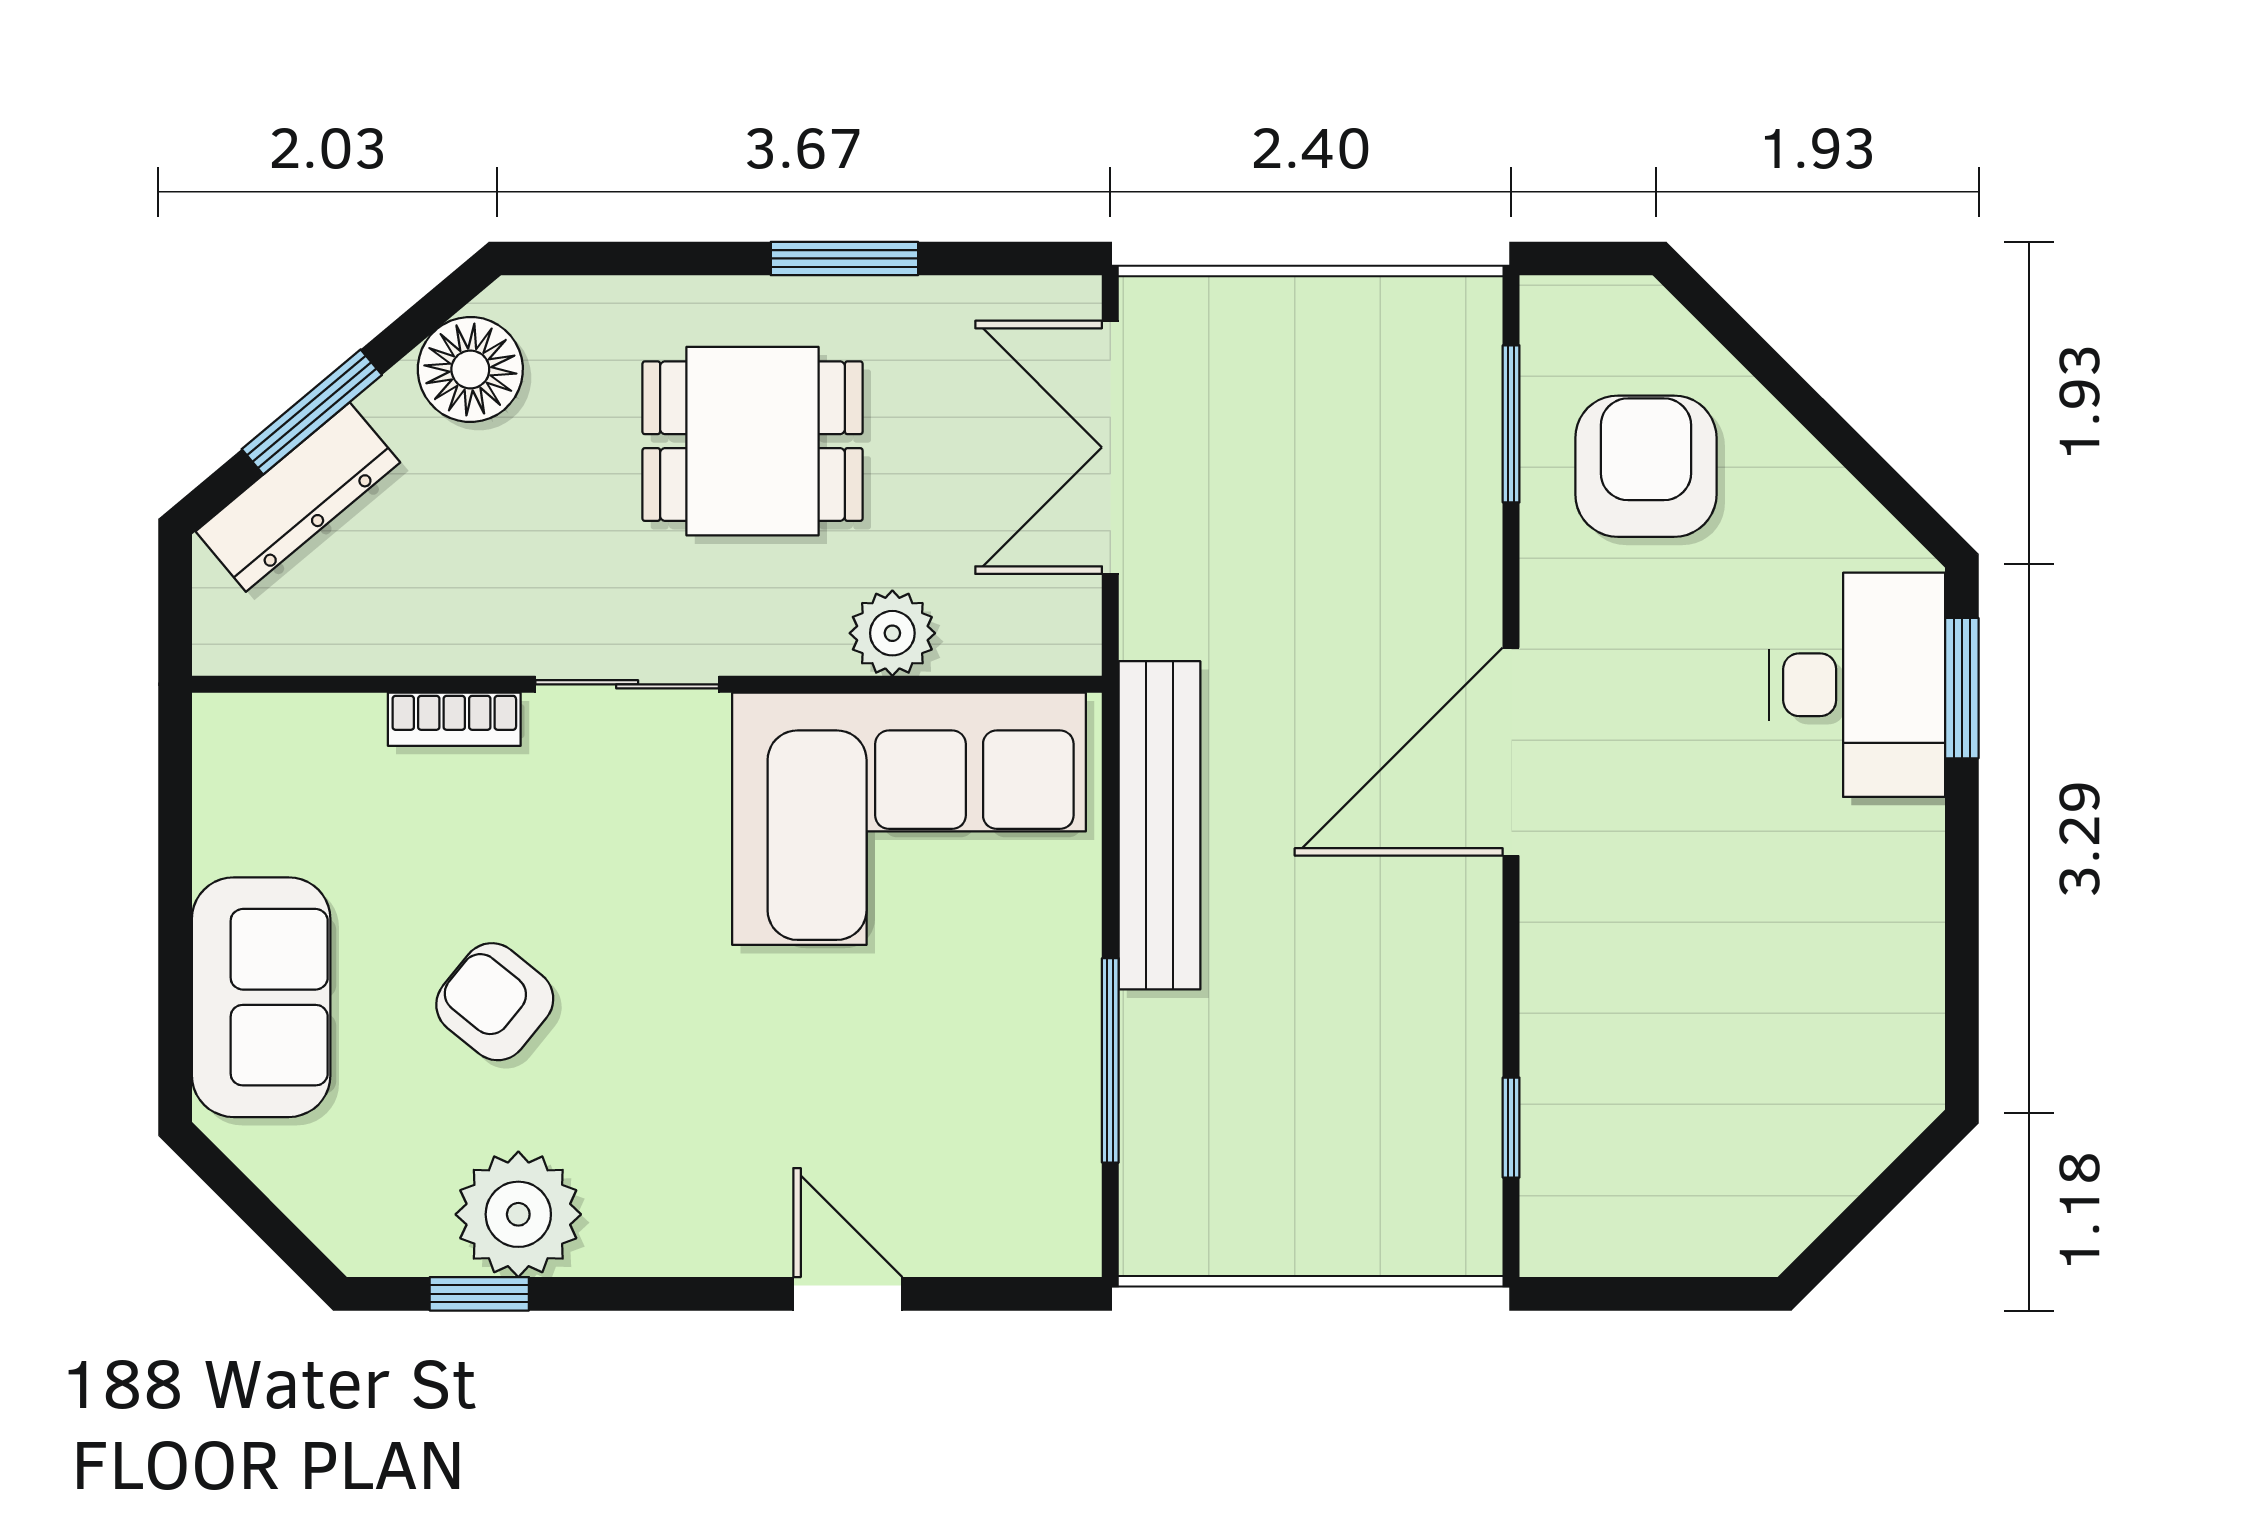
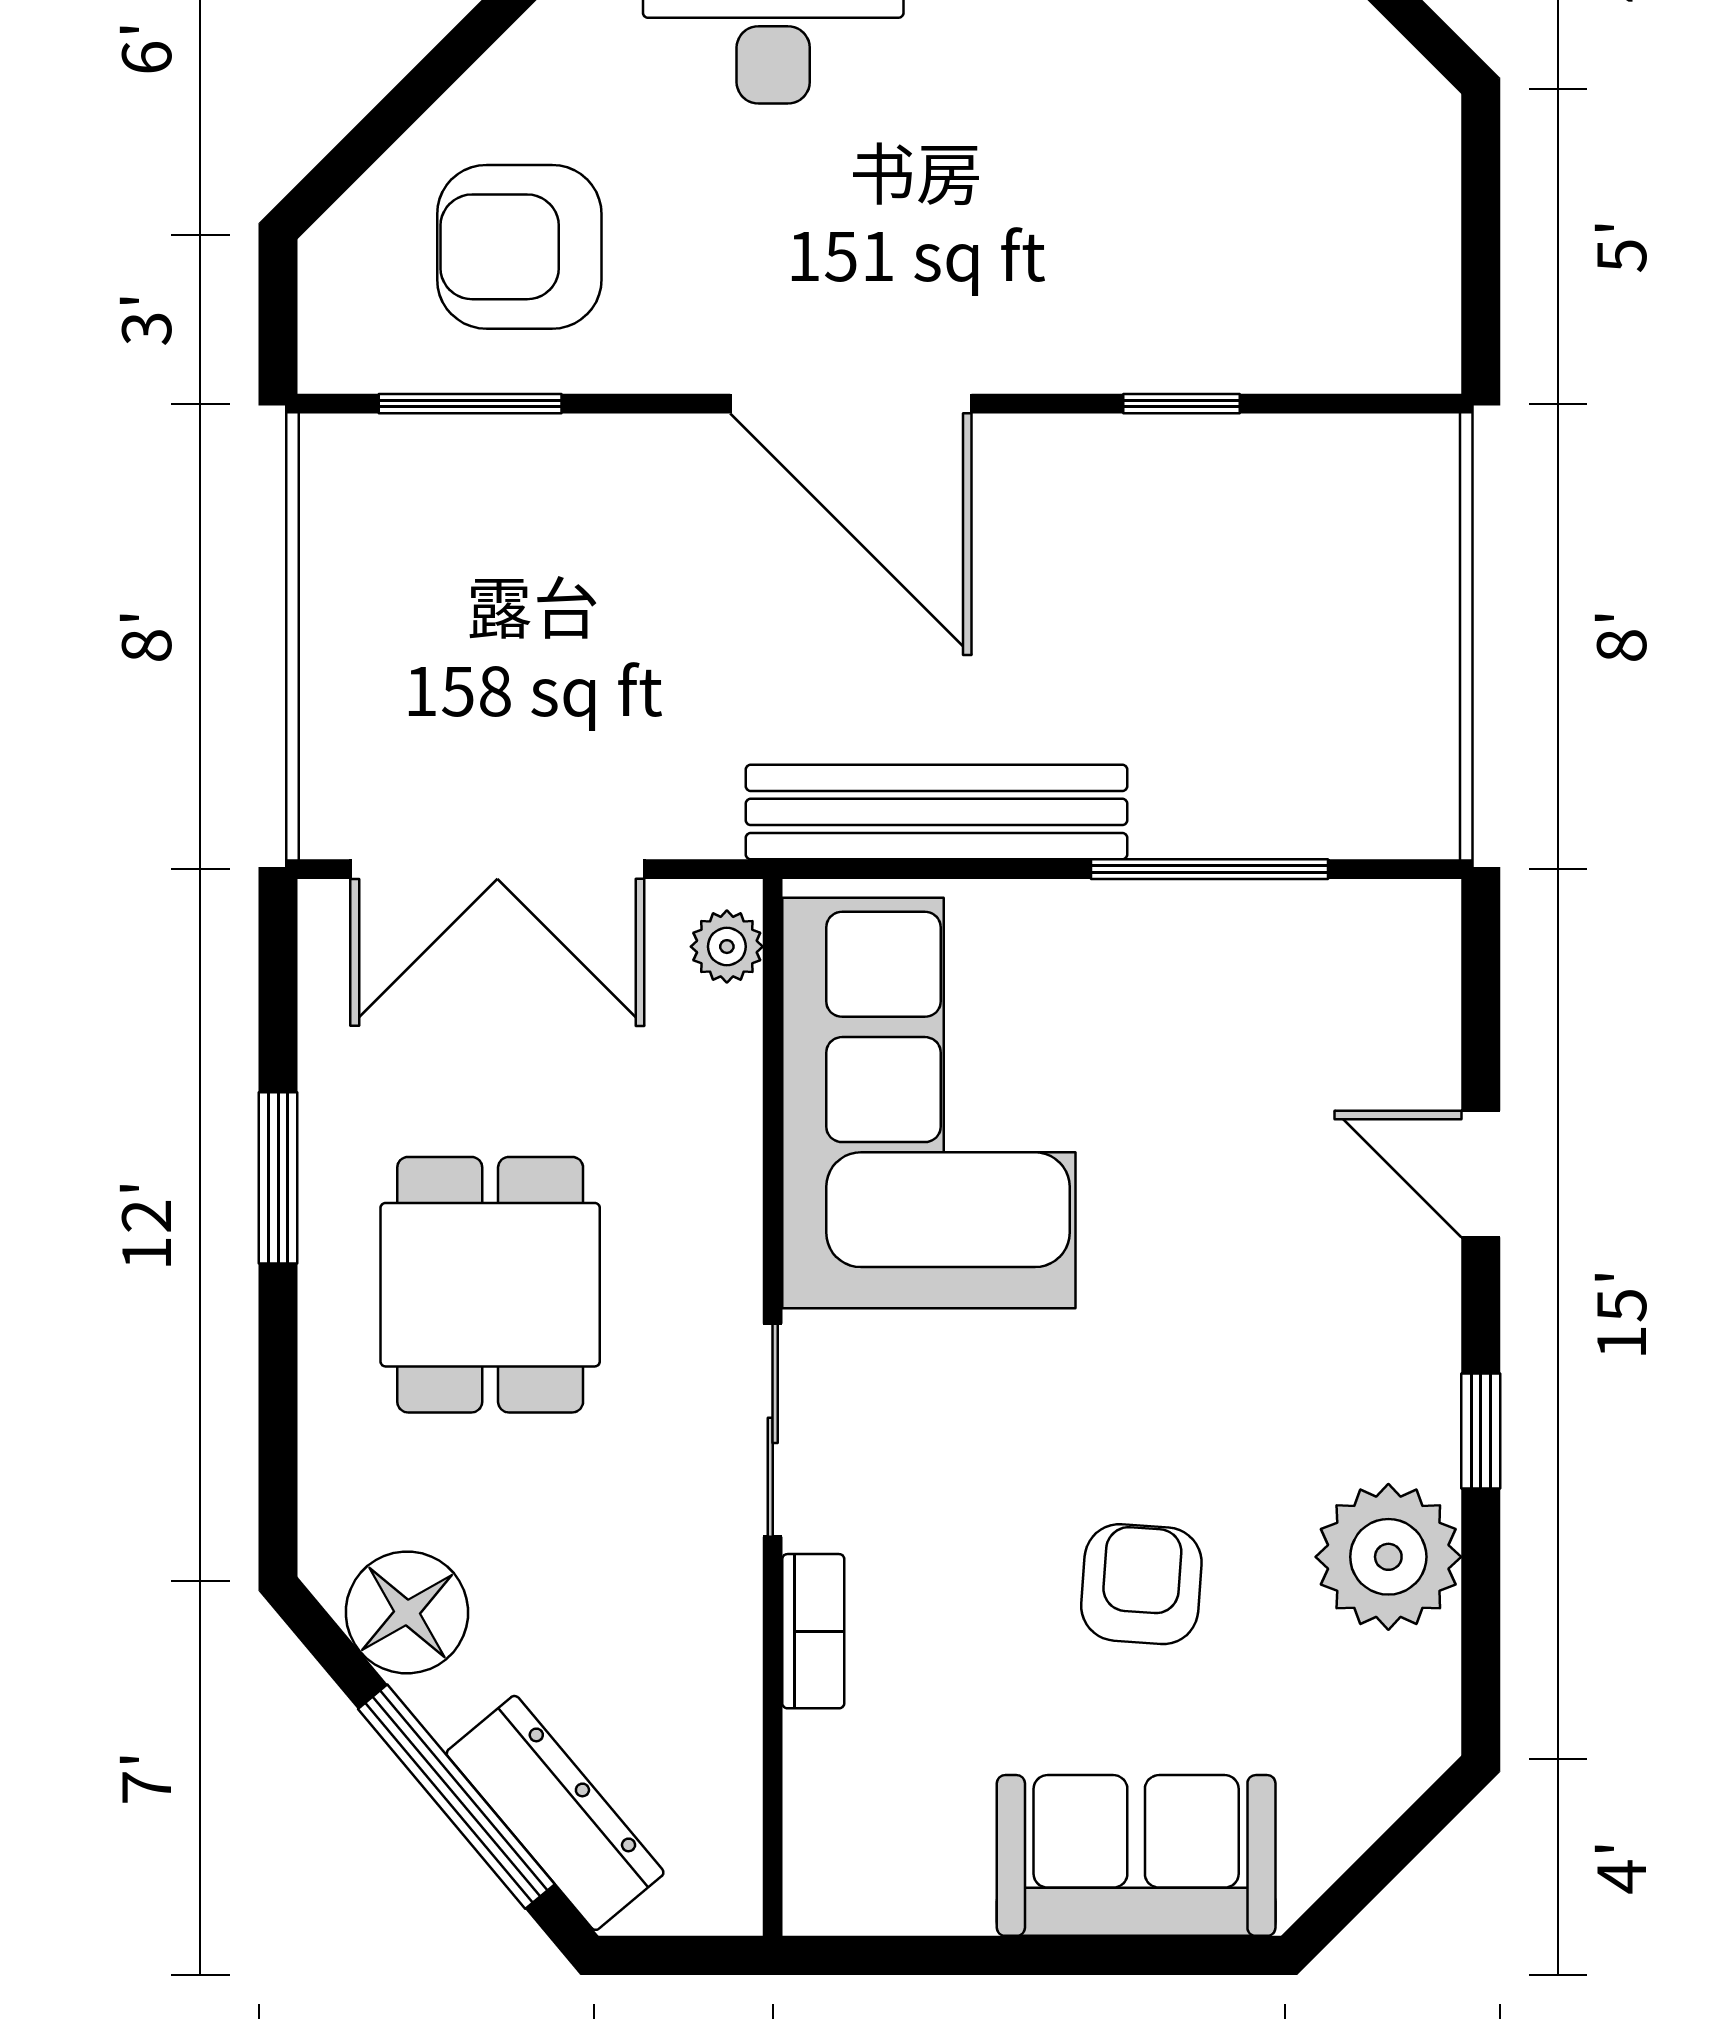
window: (312, 412) -> (456, 1797), width x1.44
plant: (892, 633) -> (727, 947), moved, width x0.73, depth x0.73
armchair: (495, 1002) -> (1141, 1584), turned 145
window: (1511, 1128) -> (1181, 404), moved
window: (479, 1294) -> (1481, 1431), moved
door: (848, 1294) -> (1481, 1174), hinge flipped

